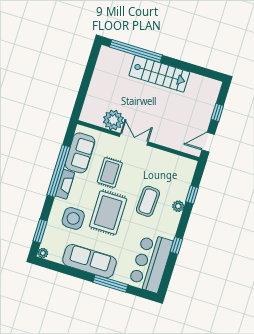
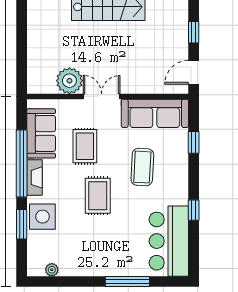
plant: (178, 206) -> (181, 162), removed
rug: (108, 213) -> (98, 196), width x0.73, depth x0.70
side table: (73, 218) -> (42, 217), moved
window: (40, 231) -> (22, 224), moved
plant: (43, 253) -> (52, 270), moved
sofa: (89, 261) -> (155, 113), moved, turned 180

